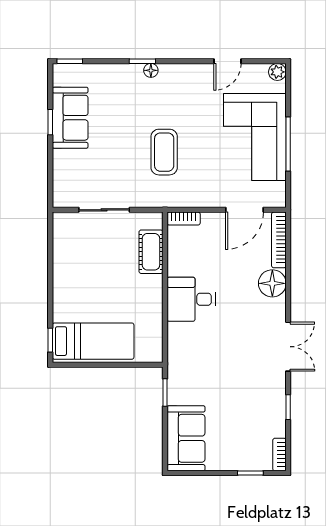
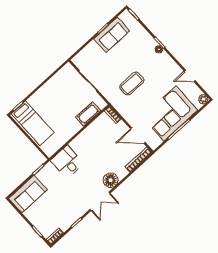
floor lamp: (272, 283) -> (111, 180), moved
desk: (191, 299) -> (67, 162), moved

